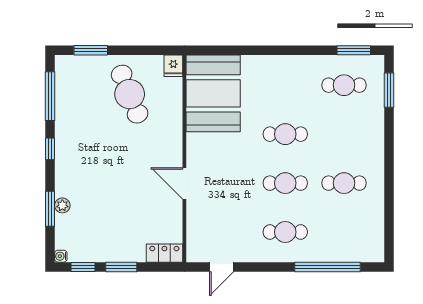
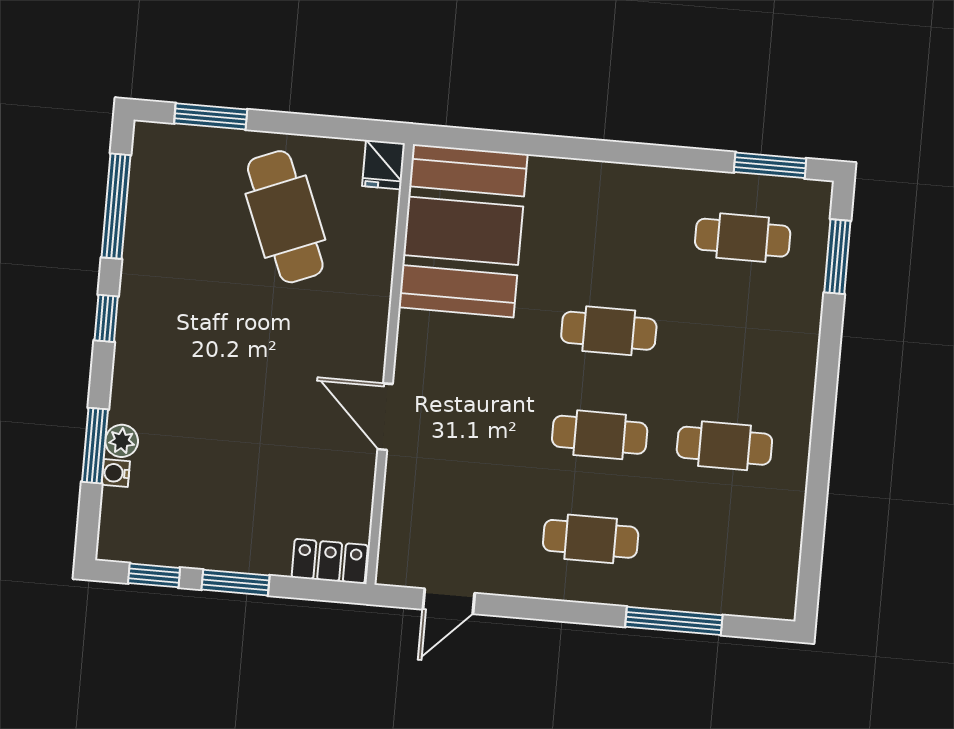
water cooler: (61, 256) -> (116, 473), moved
window: (328, 267) -> (674, 621), width x0.68

